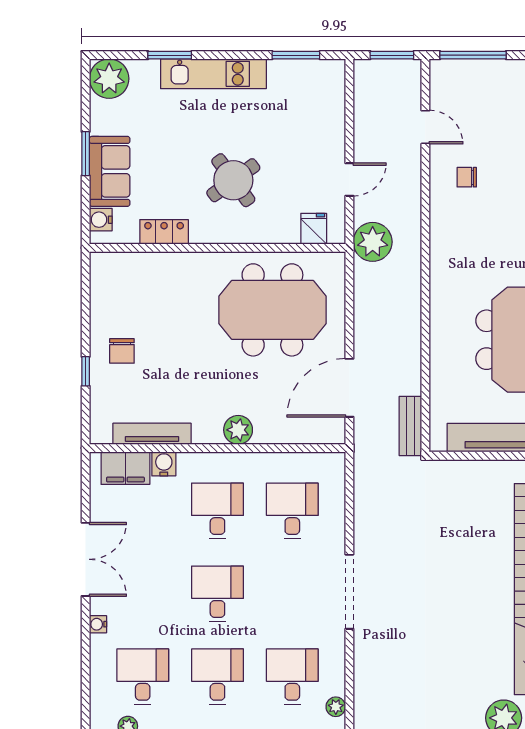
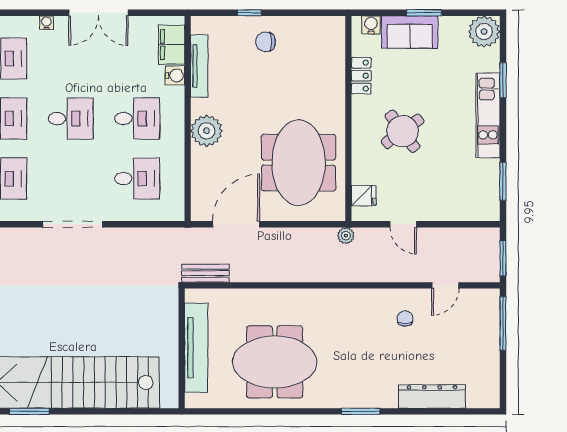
plant: (373, 242) -> (346, 236), width x0.53, depth x0.53
door: (349, 388) -> (236, 224), hinge flipped
plant: (238, 430) -> (207, 131), width x1.36, depth x1.36

